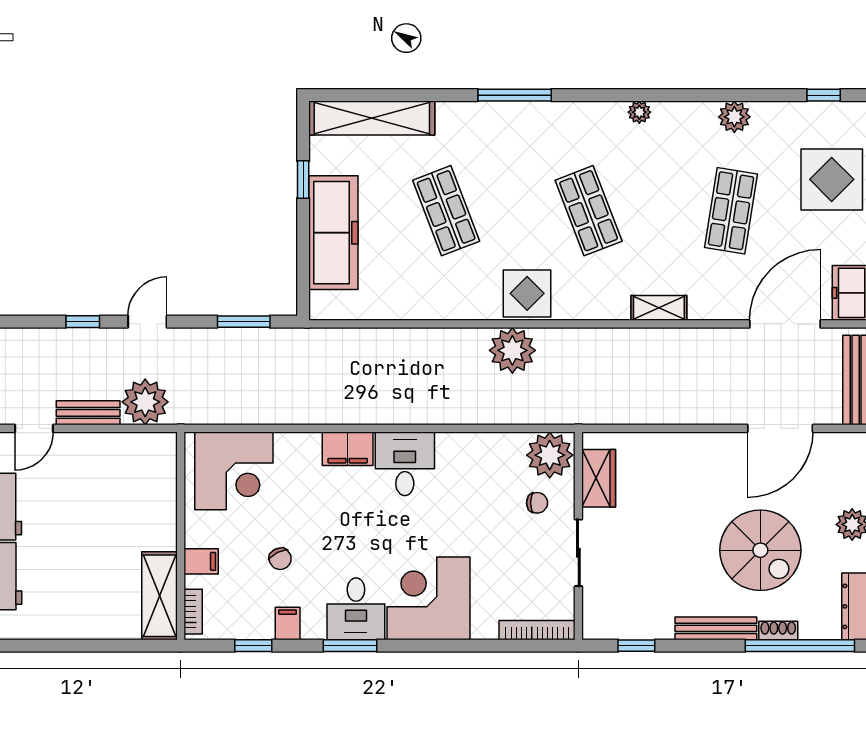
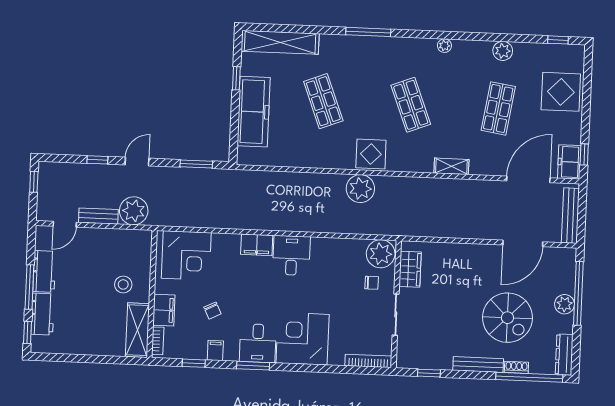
stool: (133, 523) -> (123, 284), added
filing cabinet: (201, 561) -> (164, 310), width x2.00

